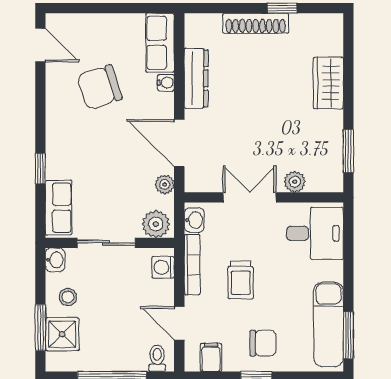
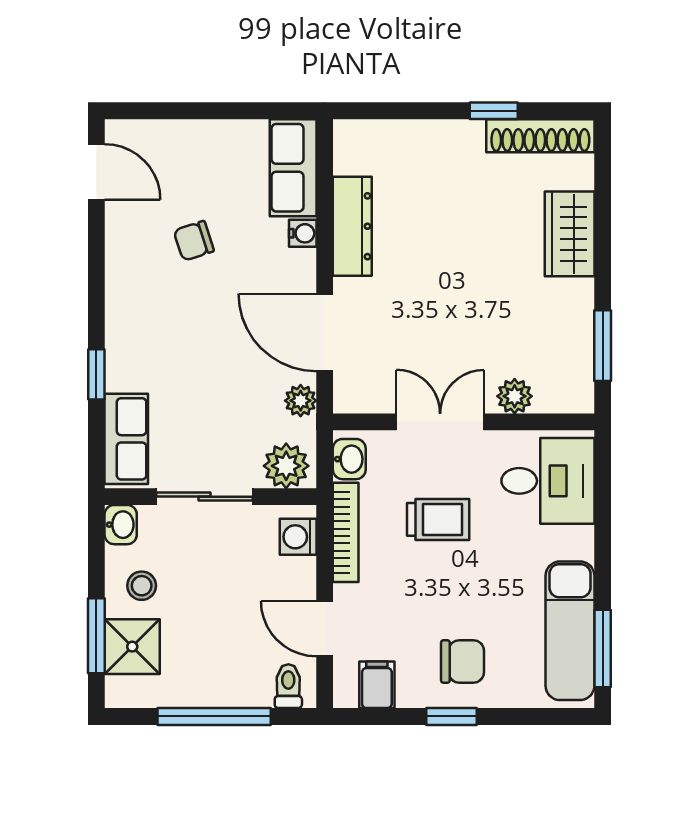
shoe rack: (256, 23) -> (540, 136), moved
chair: (100, 87) -> (194, 241), width x0.54, depth x0.54
trolley: (241, 280) -> (438, 519), moved, turned -90

